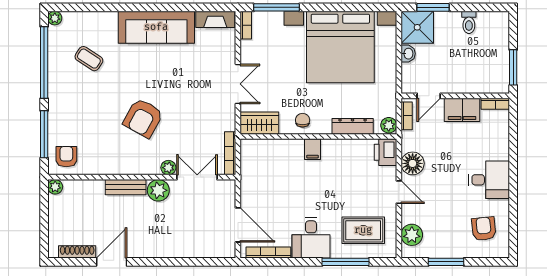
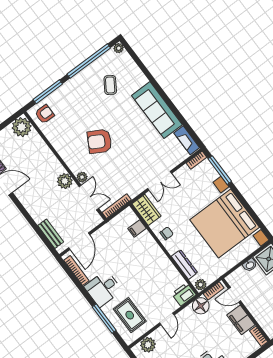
filing cabinet: (313, 149) -> (137, 228), moved
floor lamp: (413, 163) -> (201, 306), moved
plant: (55, 187) -> (22, 127), width x1.88, depth x1.88
bench: (126, 187) -> (51, 234), moved

